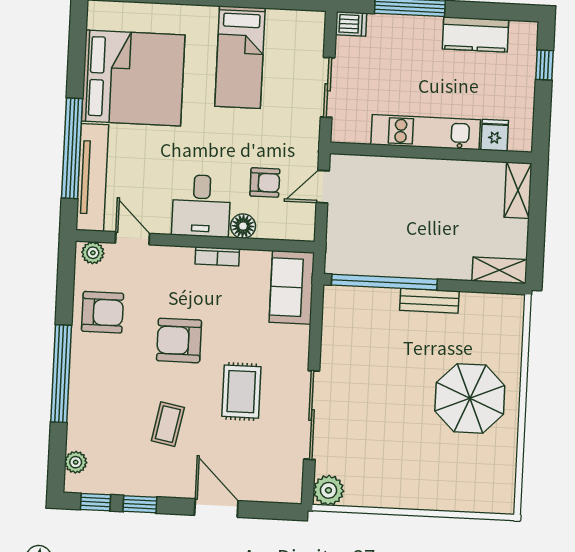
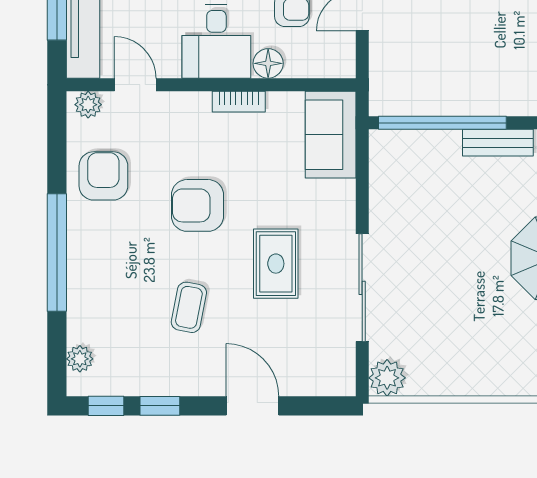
armchair: (103, 312) -> (103, 176), turned -90

